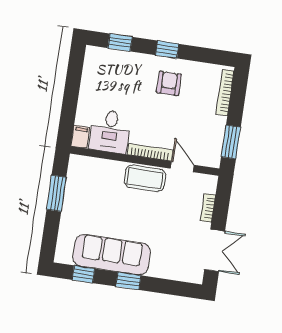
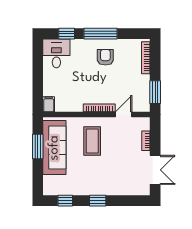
window: (167, 49) -> (101, 34), width x2.17
desk: (110, 132) -> (56, 53), moved, turned 180
door: (182, 167) -> (124, 115), hinge flipped
coffee table: (145, 178) -> (92, 141), moved, turned 90
sofa: (112, 255) -> (54, 148), moved, turned 90

